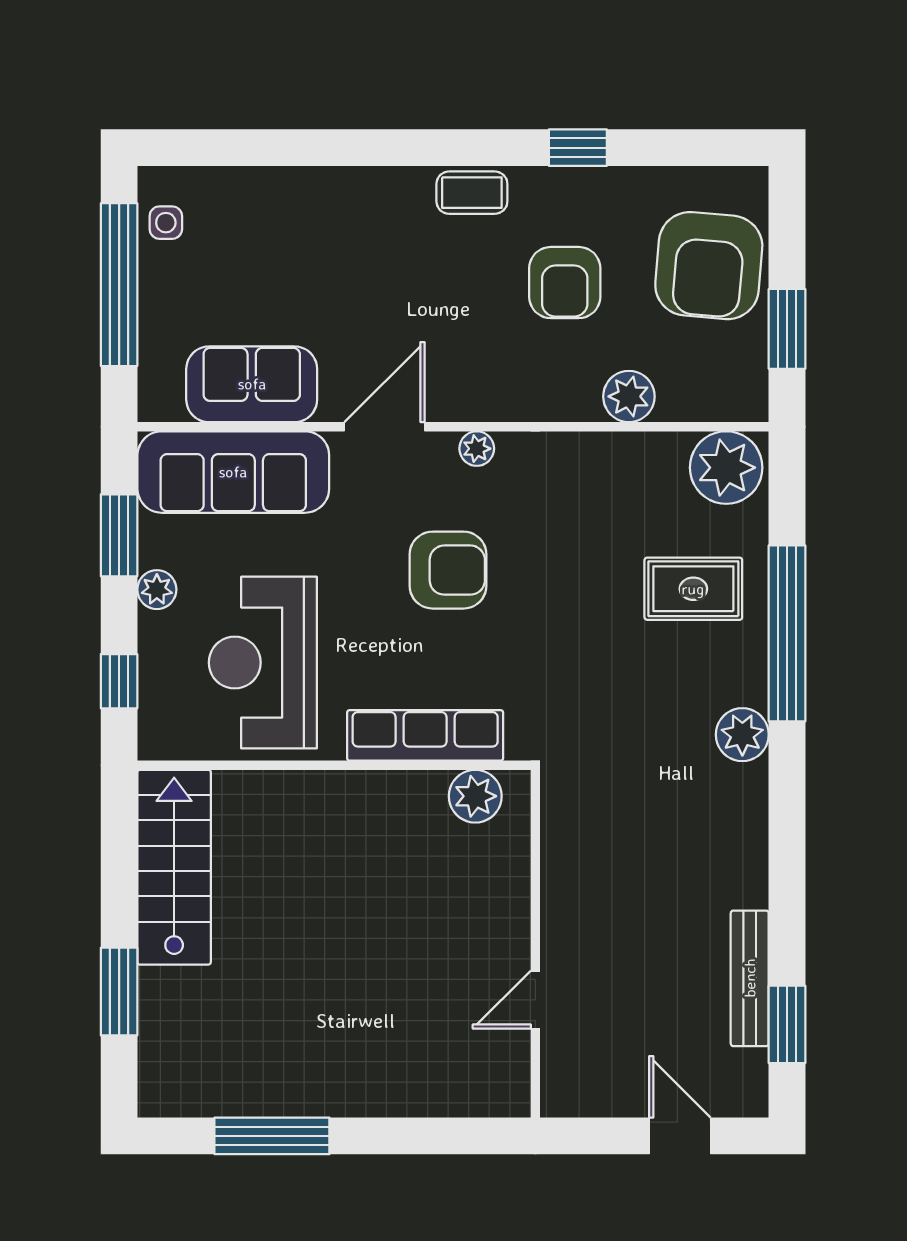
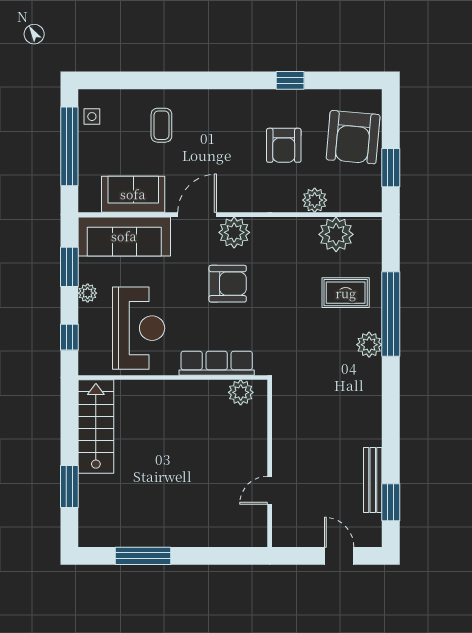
coffee table: (472, 193) -> (161, 125), moved, turned 90
plant: (477, 449) -> (234, 232), width x1.88, depth x1.88
plant: (726, 468) -> (336, 234), moved
reception desk: (263, 663) -> (139, 328), turned 180
plant: (742, 735) -> (369, 345), moved

